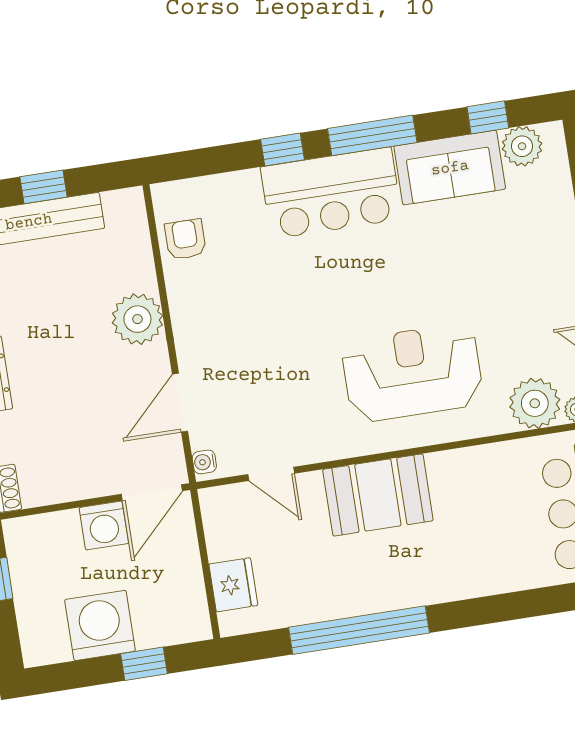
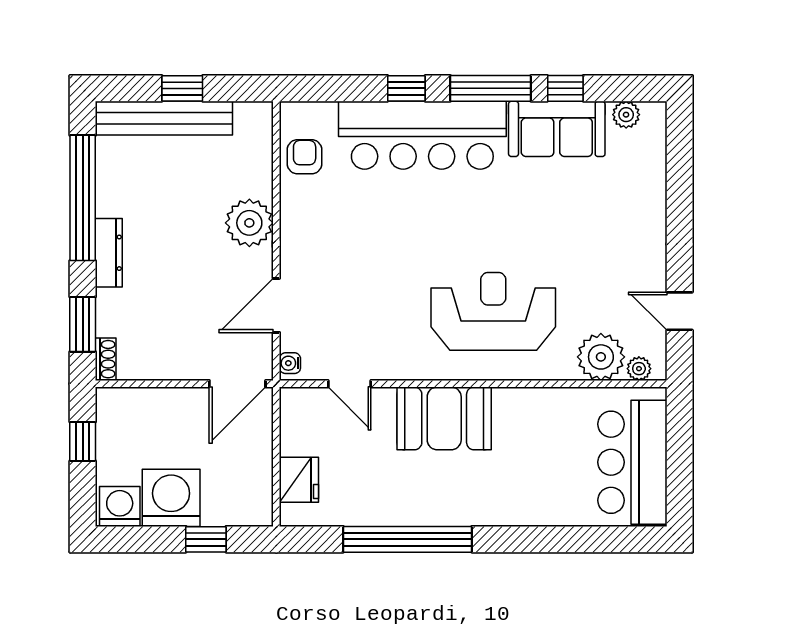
window: (488, 117) -> (565, 88), moved
plant: (522, 146) -> (626, 115), width x0.73, depth x0.73
bar counter: (331, 193) -> (422, 135), width x1.36
washing machine: (104, 526) -> (120, 506), moved, turned 180

